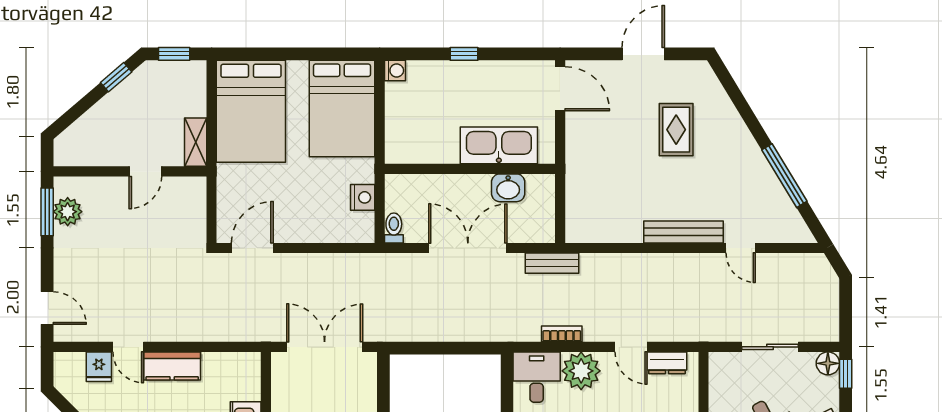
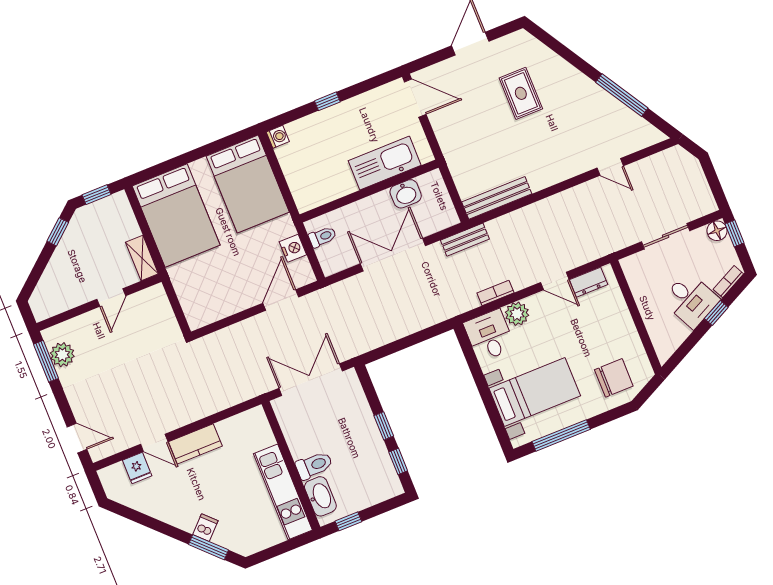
toilet: (394, 228) -> (322, 237), moved, turned 90
bench: (684, 232) -> (497, 198), moved
door: (252, 248) -> (281, 300), moved
plant: (581, 371) -> (517, 314), width x0.73, depth x0.73

